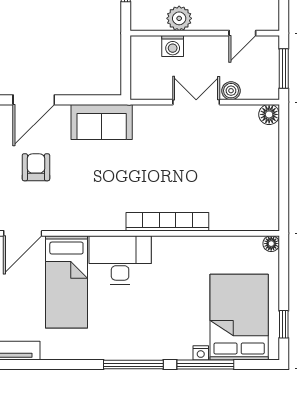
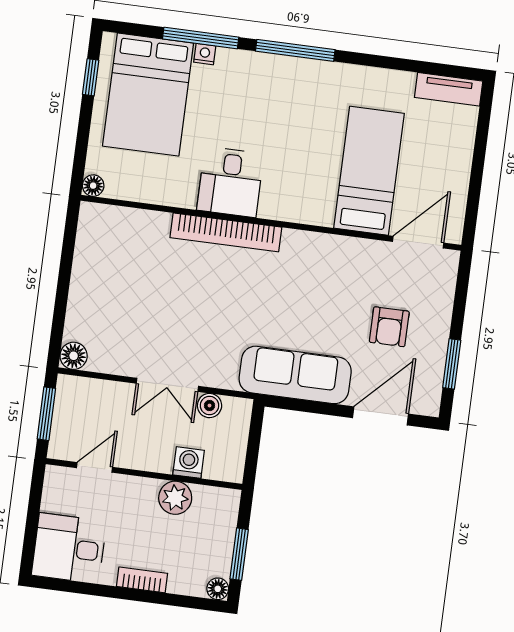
boiler: (231, 91) -> (210, 406), moved
sofa: (102, 122) -> (295, 375), width x1.36
desk: (120, 260) -> (230, 182), moved, width x0.73

